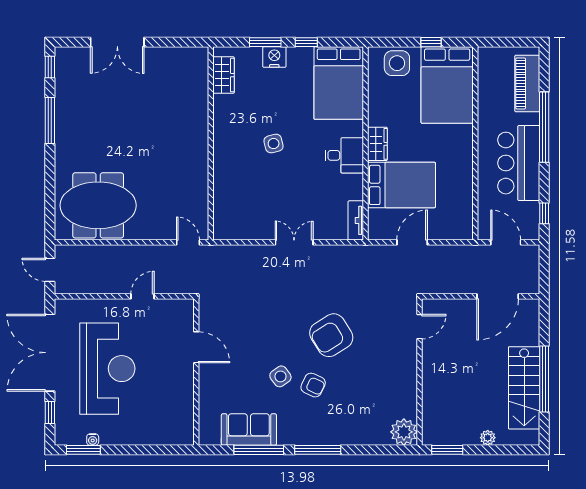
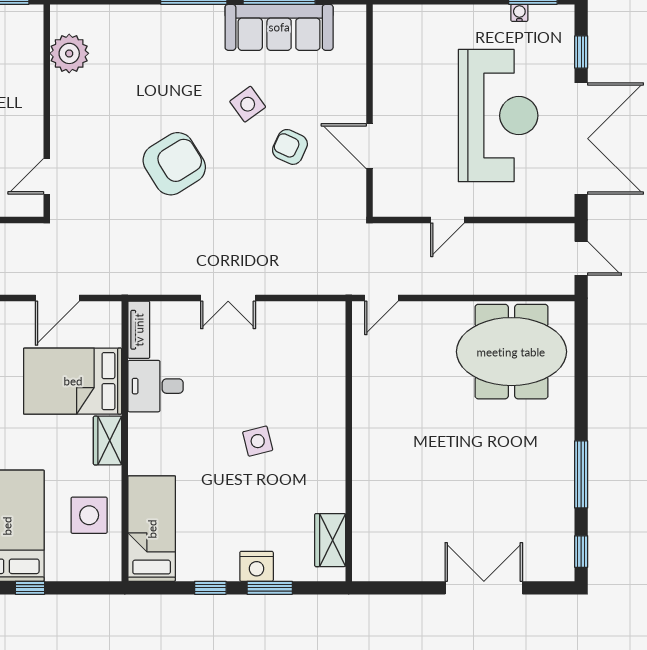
side table: (397, 63) -> (89, 515), moved
bed: (339, 83) -> (152, 529), width x0.67
desk: (344, 155) -> (156, 386), moved
door: (188, 242) -> (381, 298), hinge flipped
reception desk: (107, 369) -> (498, 116), turned 180
armchair: (313, 385) -> (290, 147), moved
sofa: (249, 430) -> (279, 27), width x1.36
plant: (404, 432) -> (69, 53), moved

